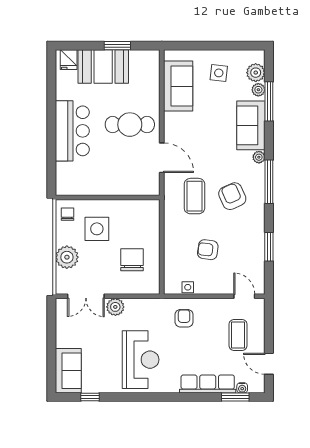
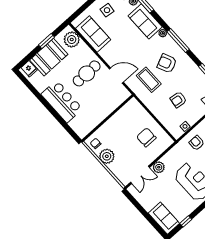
plant: (148, 70) -> (72, 40), added
side table: (97, 229) -> (116, 138), removed
plant: (67, 257) -> (107, 156), moved

